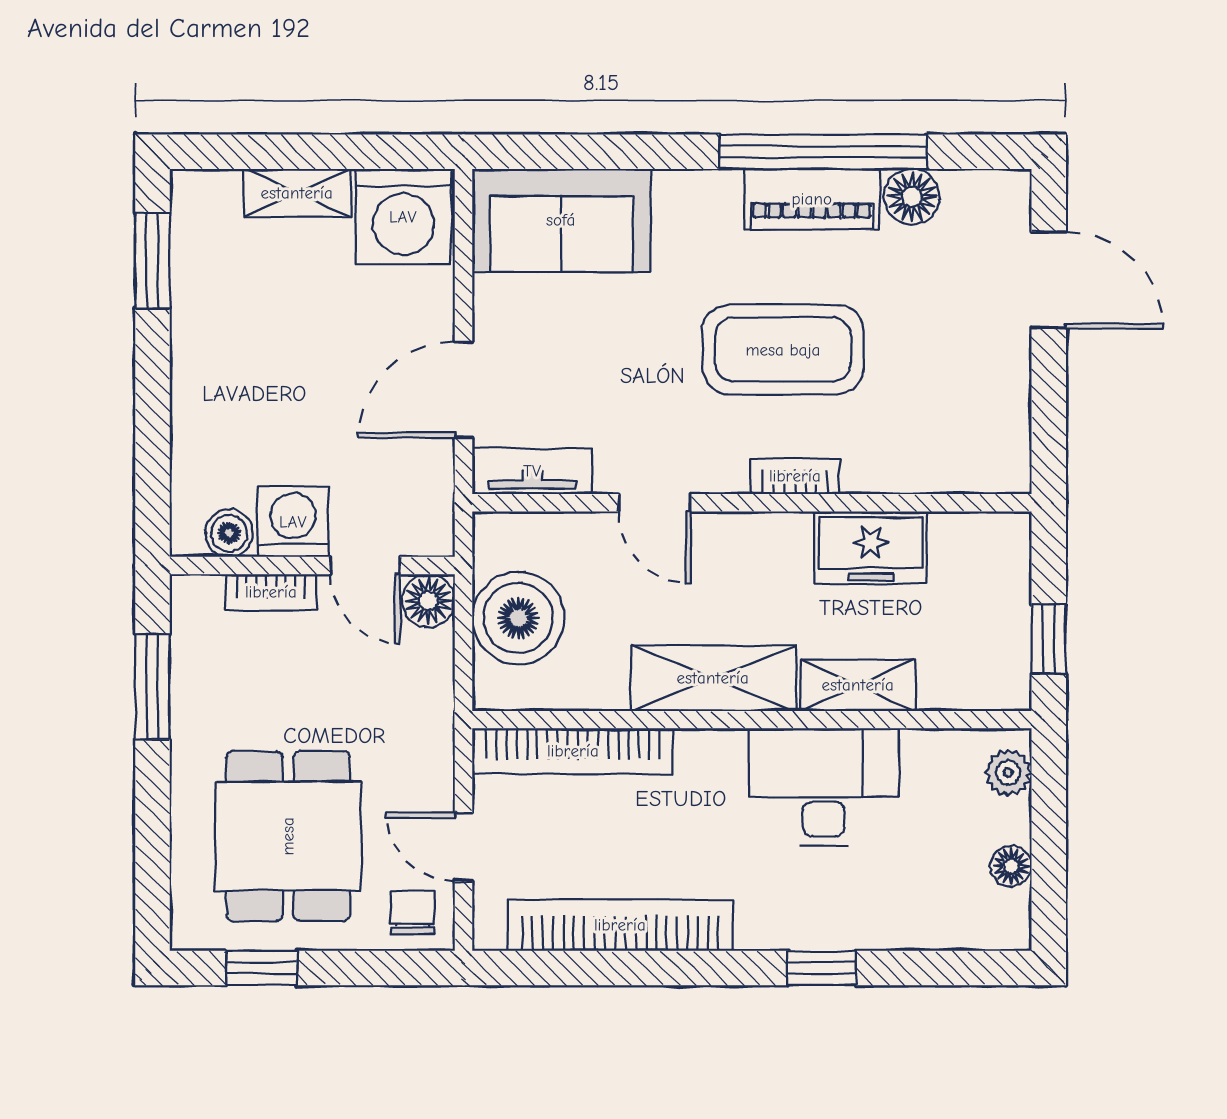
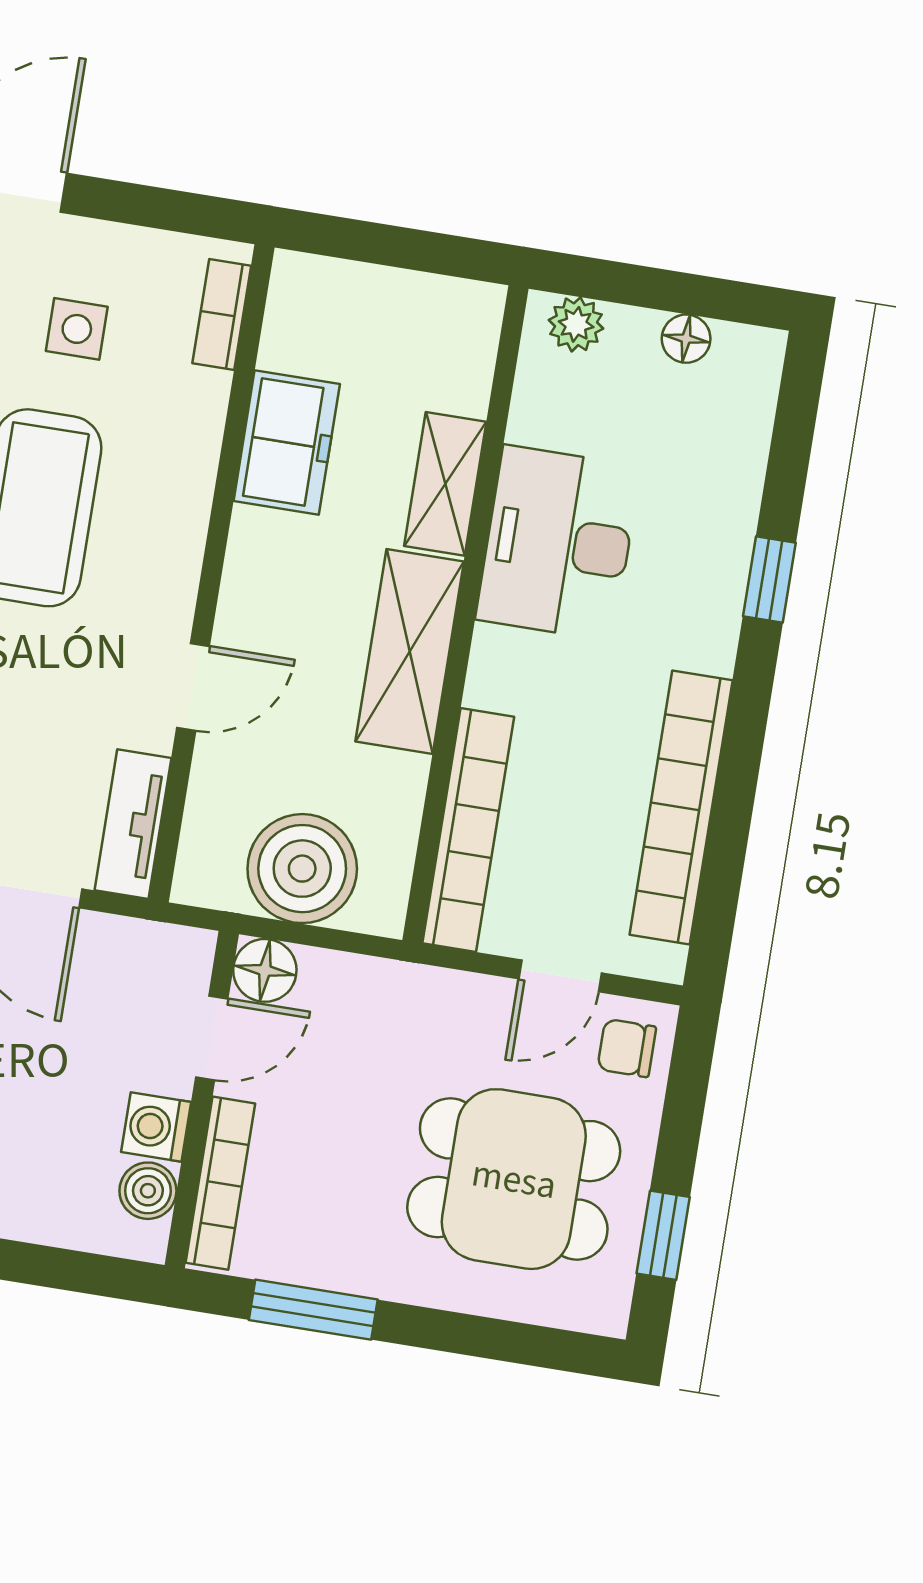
side table: (937, 358) -> (77, 329), added
bookcase: (795, 476) -> (222, 314), moved
washing machine: (293, 522) -> (156, 1127), width x0.73, depth x0.73
bookcase: (271, 592) -> (220, 1183), width x1.56
window: (1049, 639) -> (427, 252), removed

